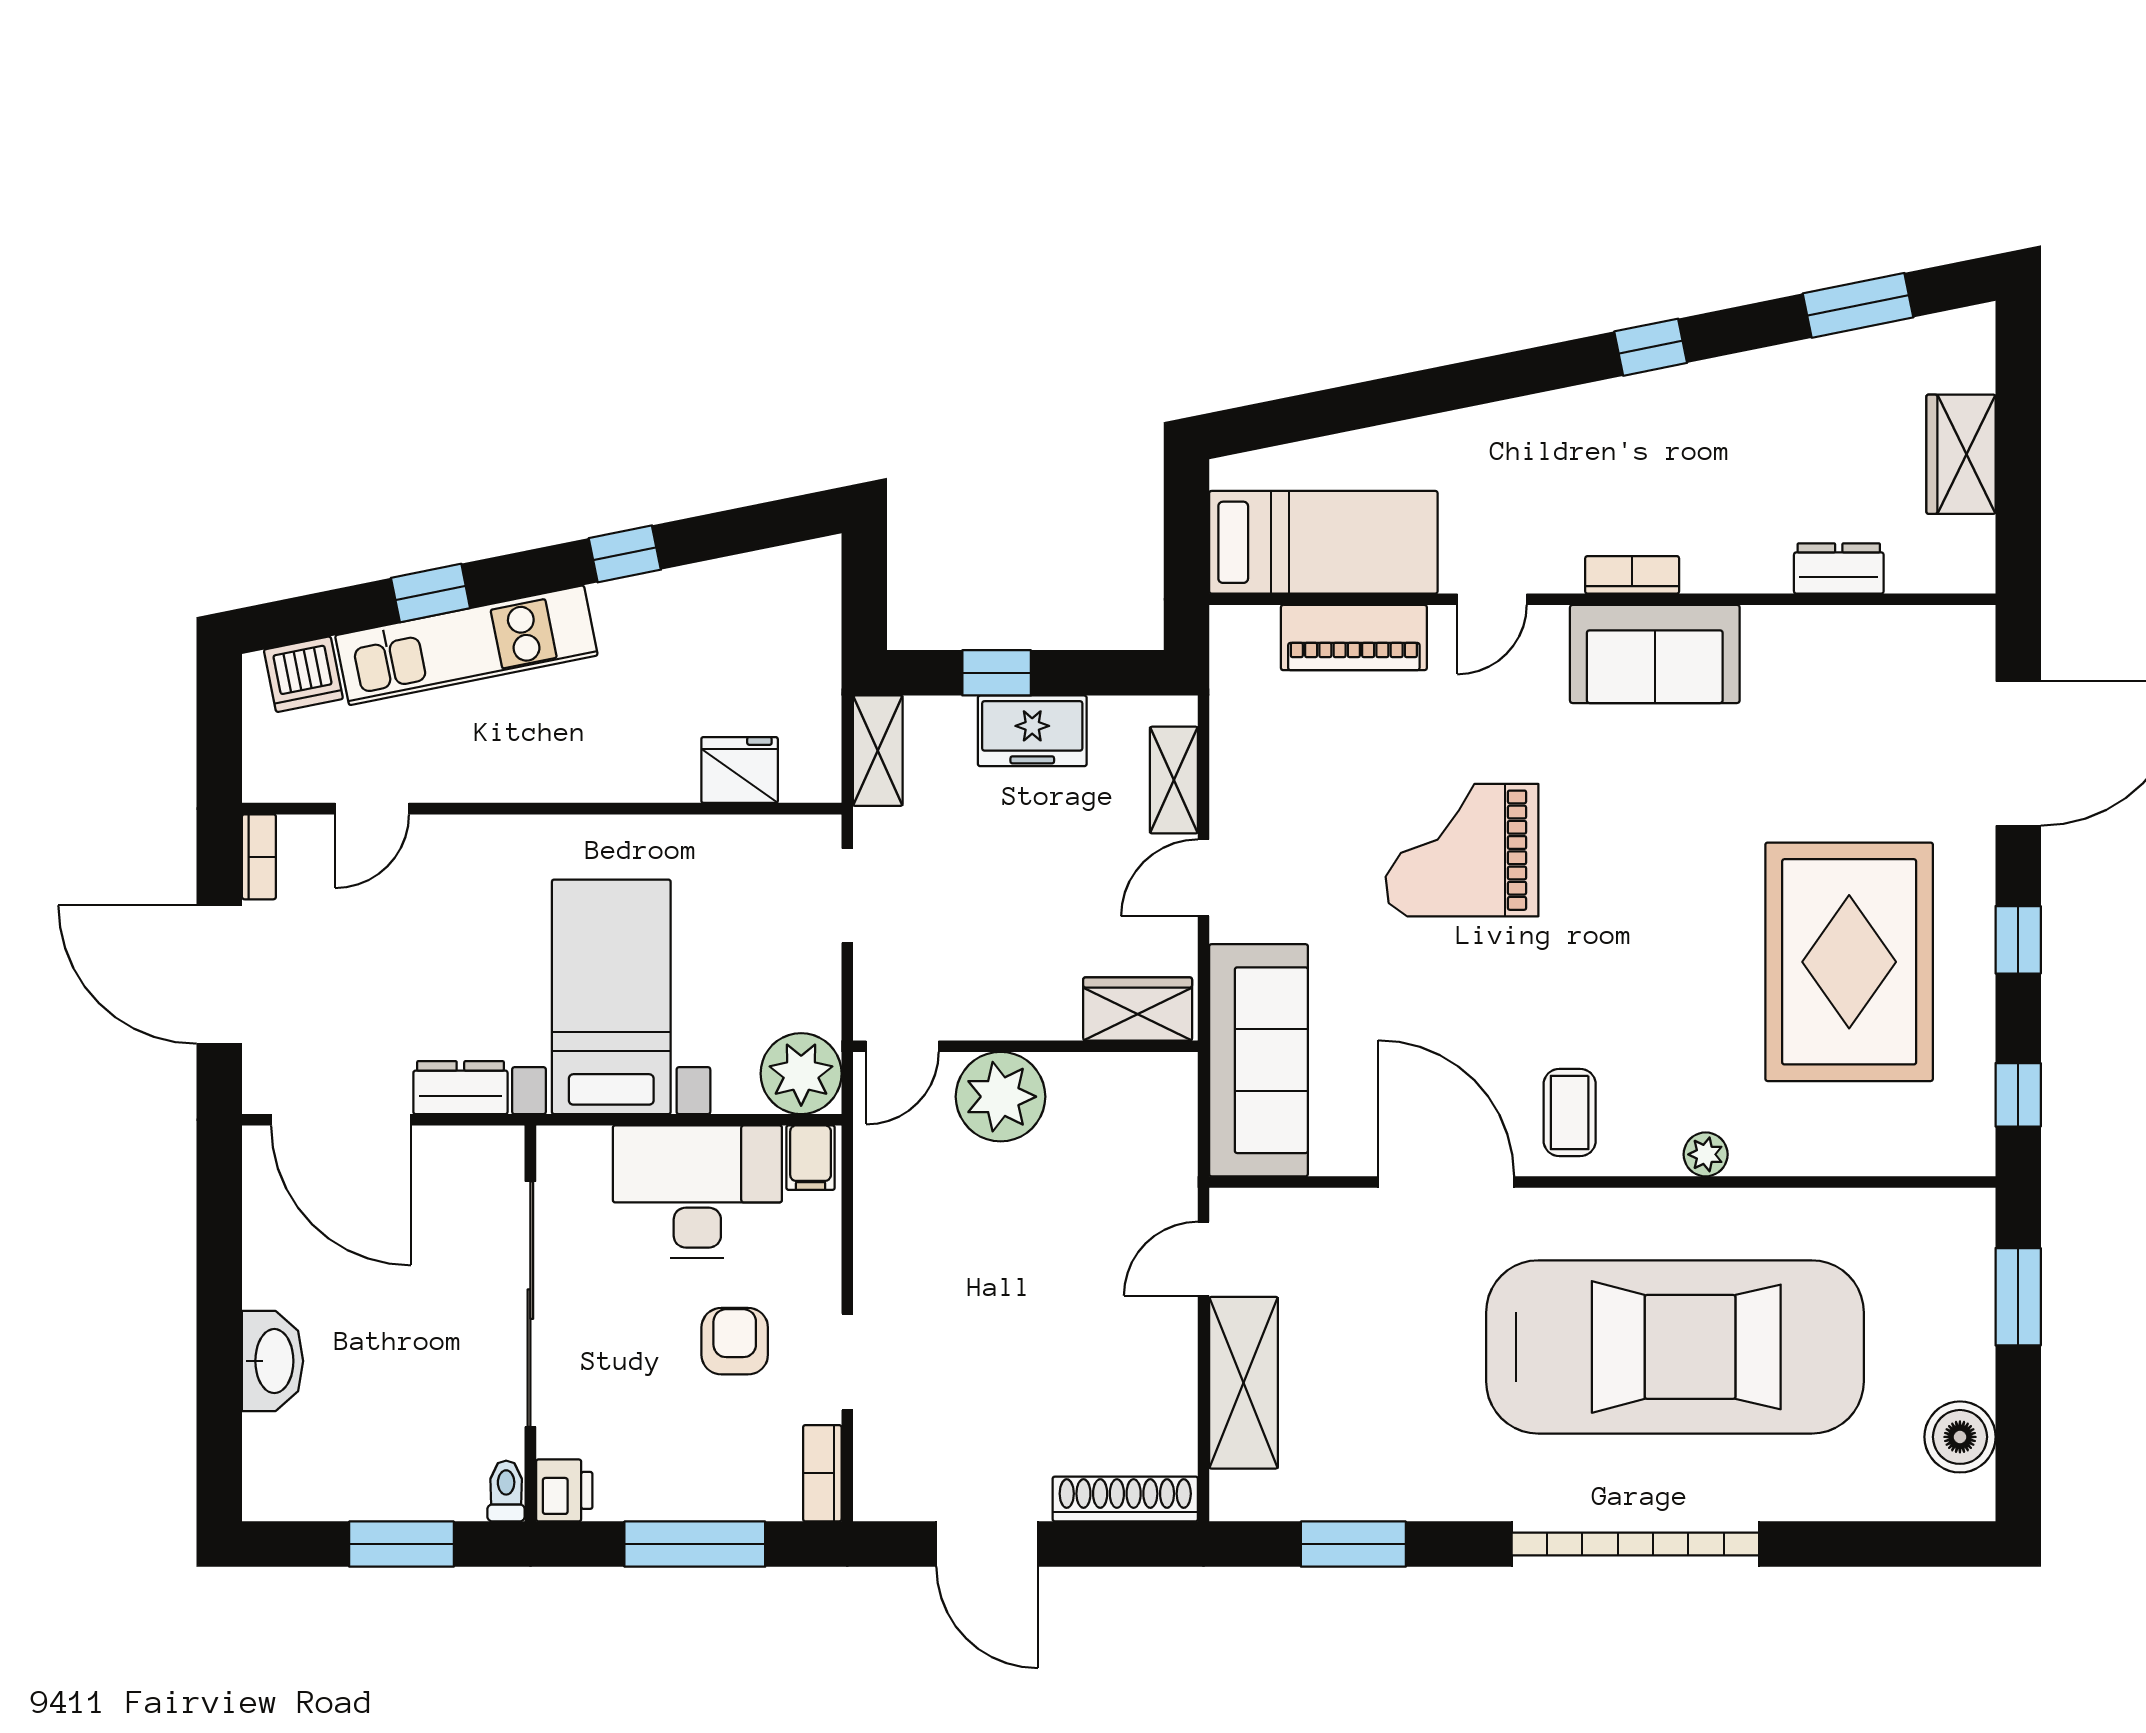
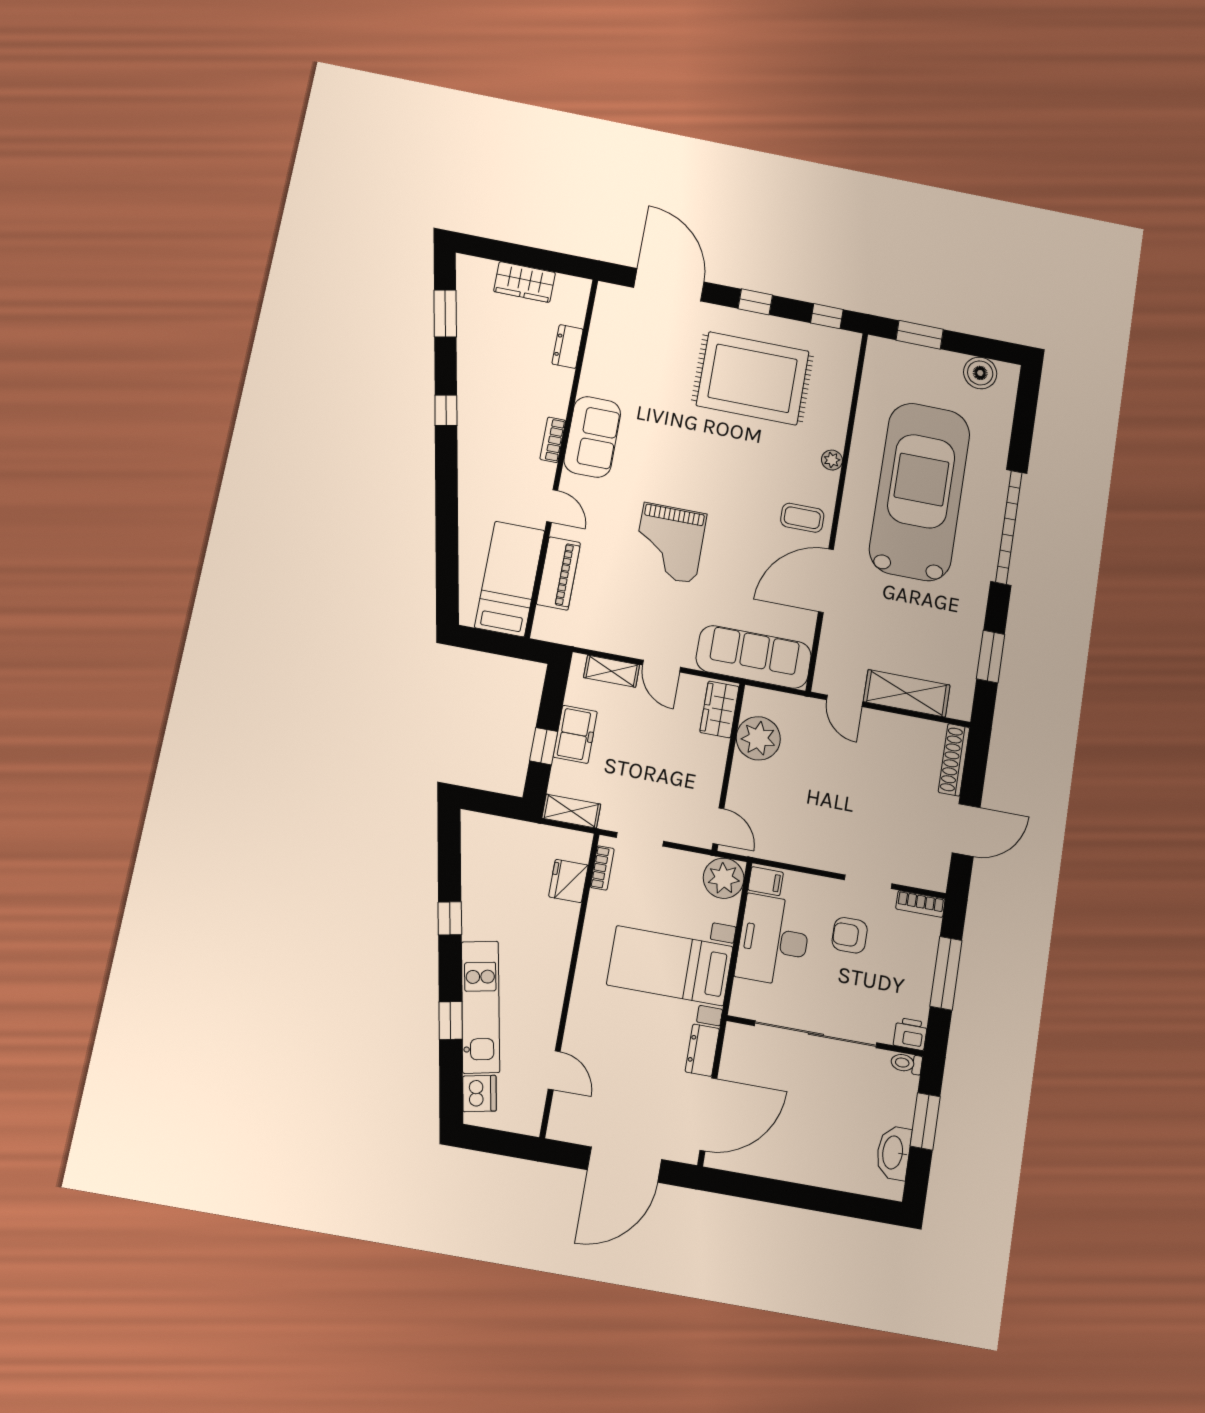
bookcase: (259, 857) -> (602, 868), moved, turned 90
plant: (1001, 1097) -> (758, 738), moved
washbasin: (273, 1361) -> (893, 1153), moved, turned -90

